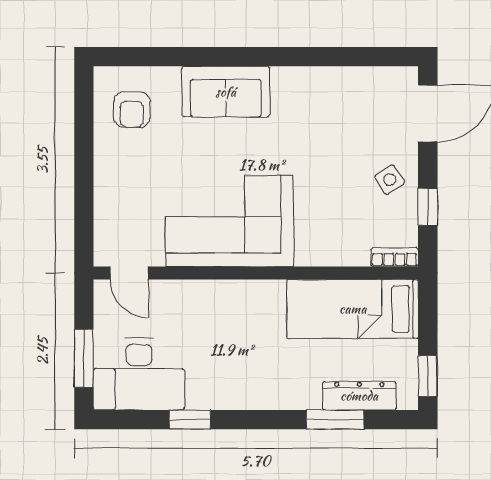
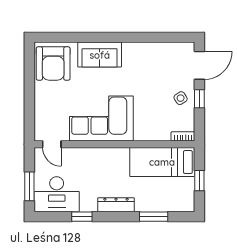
armchair: (132, 110) -> (53, 64), width x1.88, depth x1.88
window: (428, 207) -> (199, 99), moved
window: (428, 376) -> (199, 181), moved
dresser: (359, 396) -> (116, 205), moved

